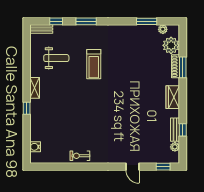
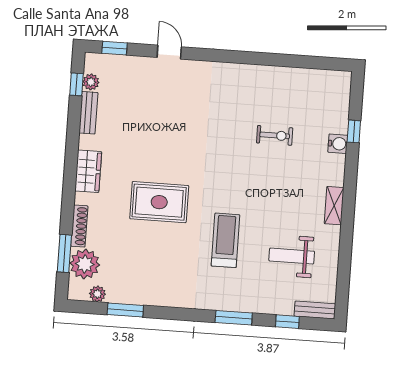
window: (183, 67) -> (64, 253), moved
rug: (132, 83) -> (159, 202), added
window: (27, 108) -> (354, 131), moved
window: (183, 130) -> (77, 84), moved
water cooler: (35, 147) -> (338, 144), moved
exercise bike: (80, 156) -> (275, 135), moved

